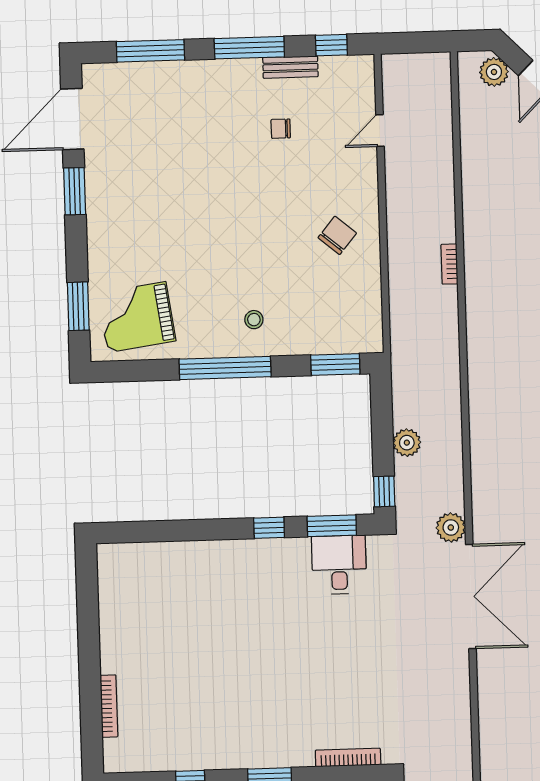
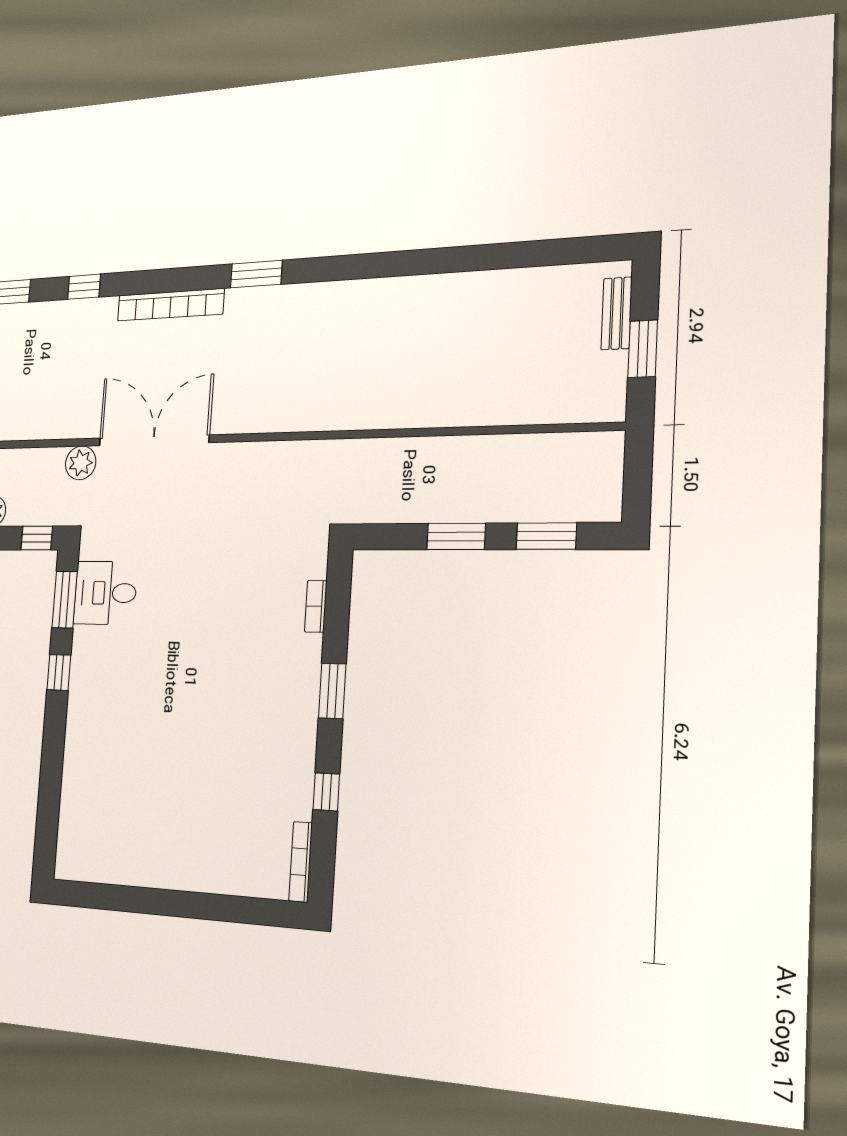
bookcase: (109, 706) -> (301, 862), moved, turned -90
bookcase: (348, 758) -> (316, 606), width x0.64

